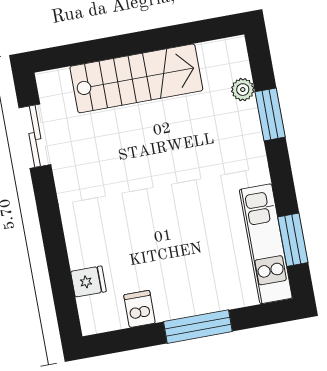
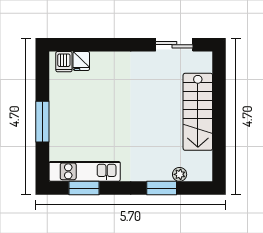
dishwasher: (139, 309) -> (64, 62), moved, turned 90

